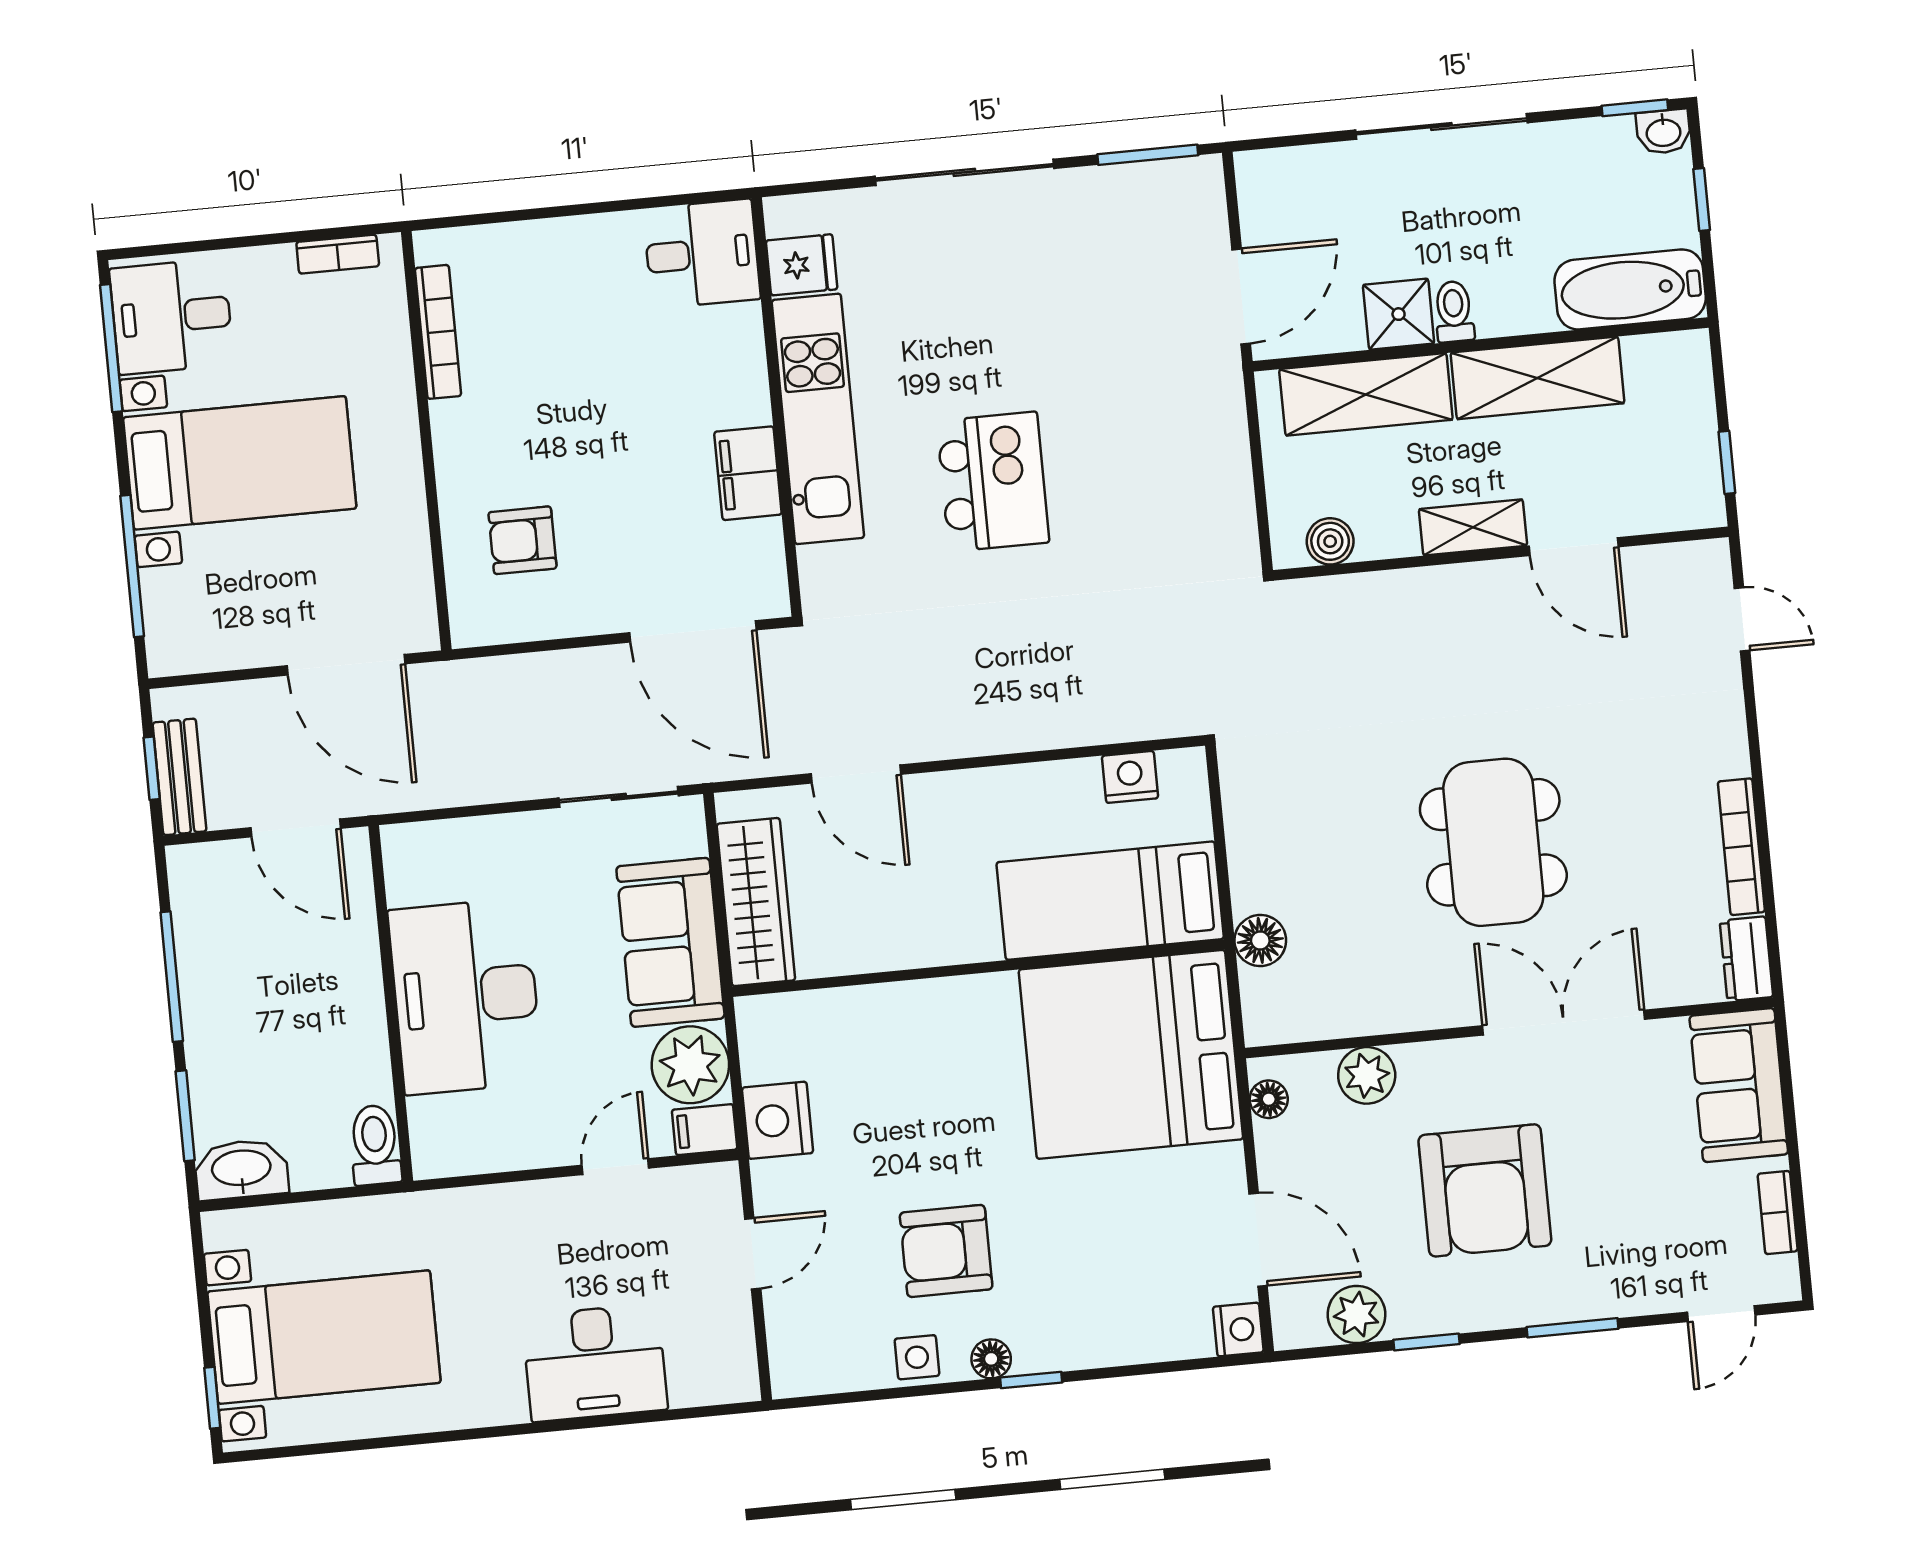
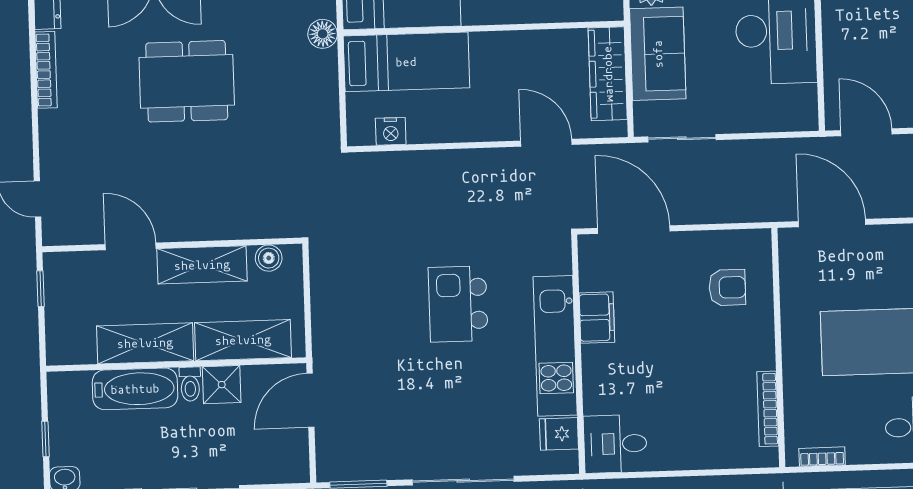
bathtub: (1630, 289) -> (135, 389), moved
shelving: (1473, 527) -> (202, 265), width x1.50, depth x1.33
dining table: (1493, 842) -> (187, 81), turned 90

